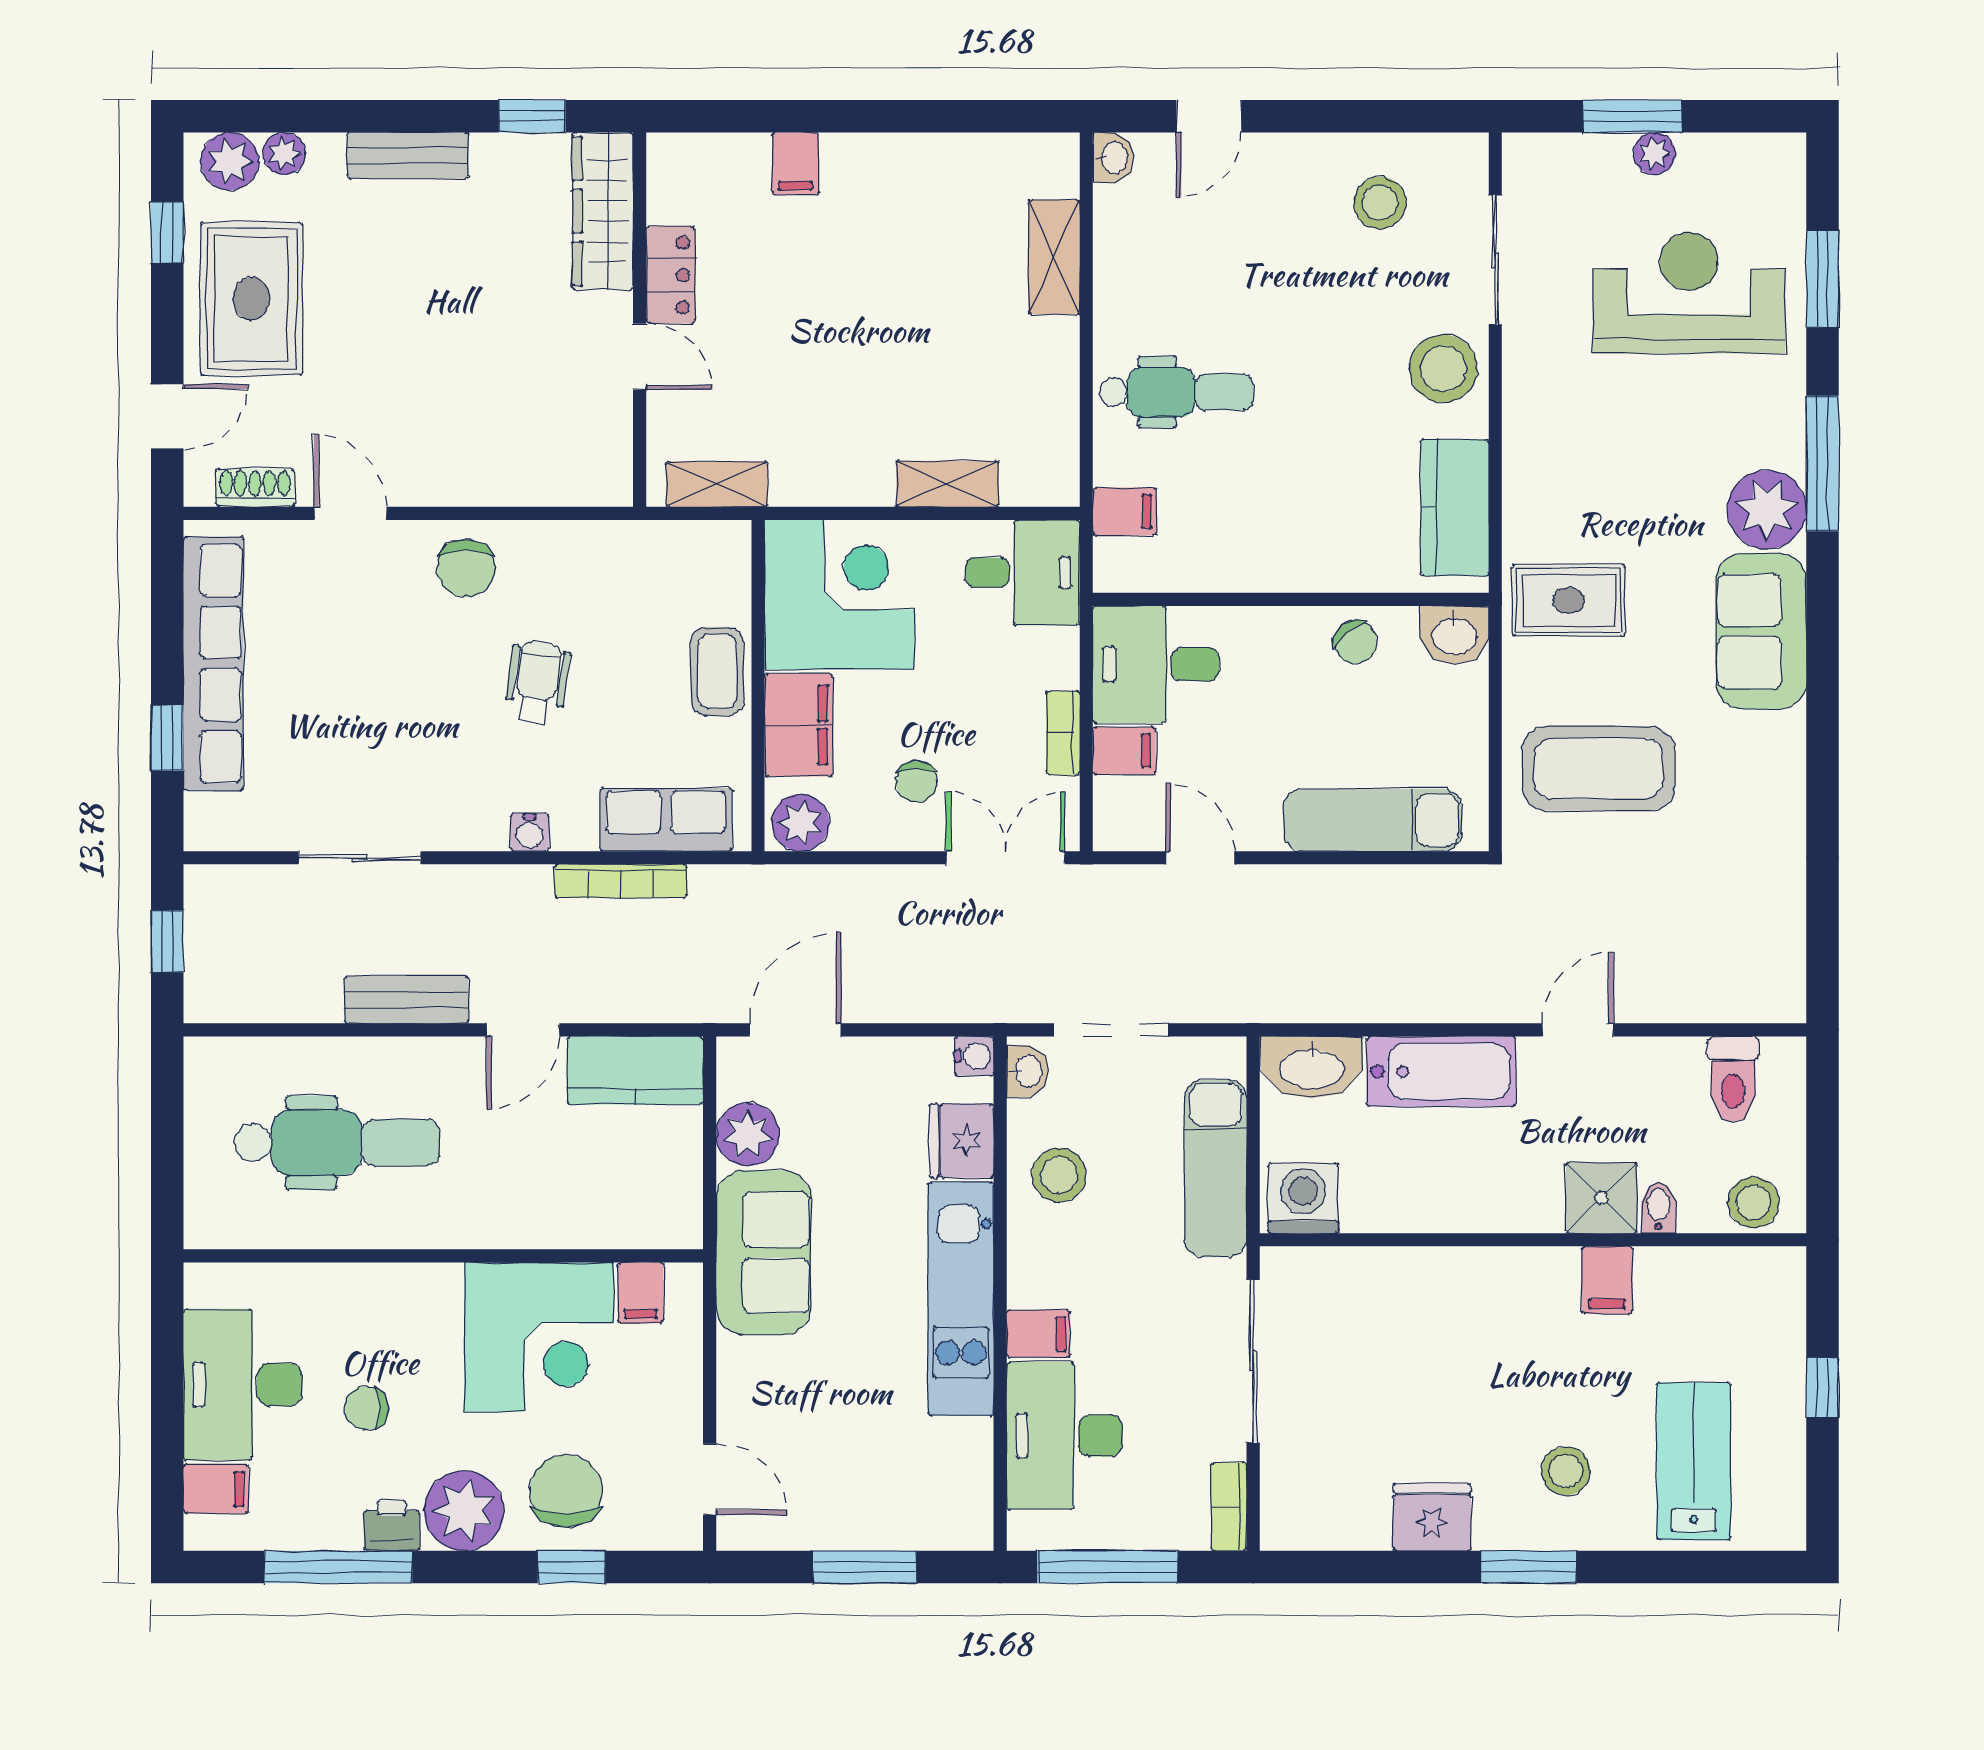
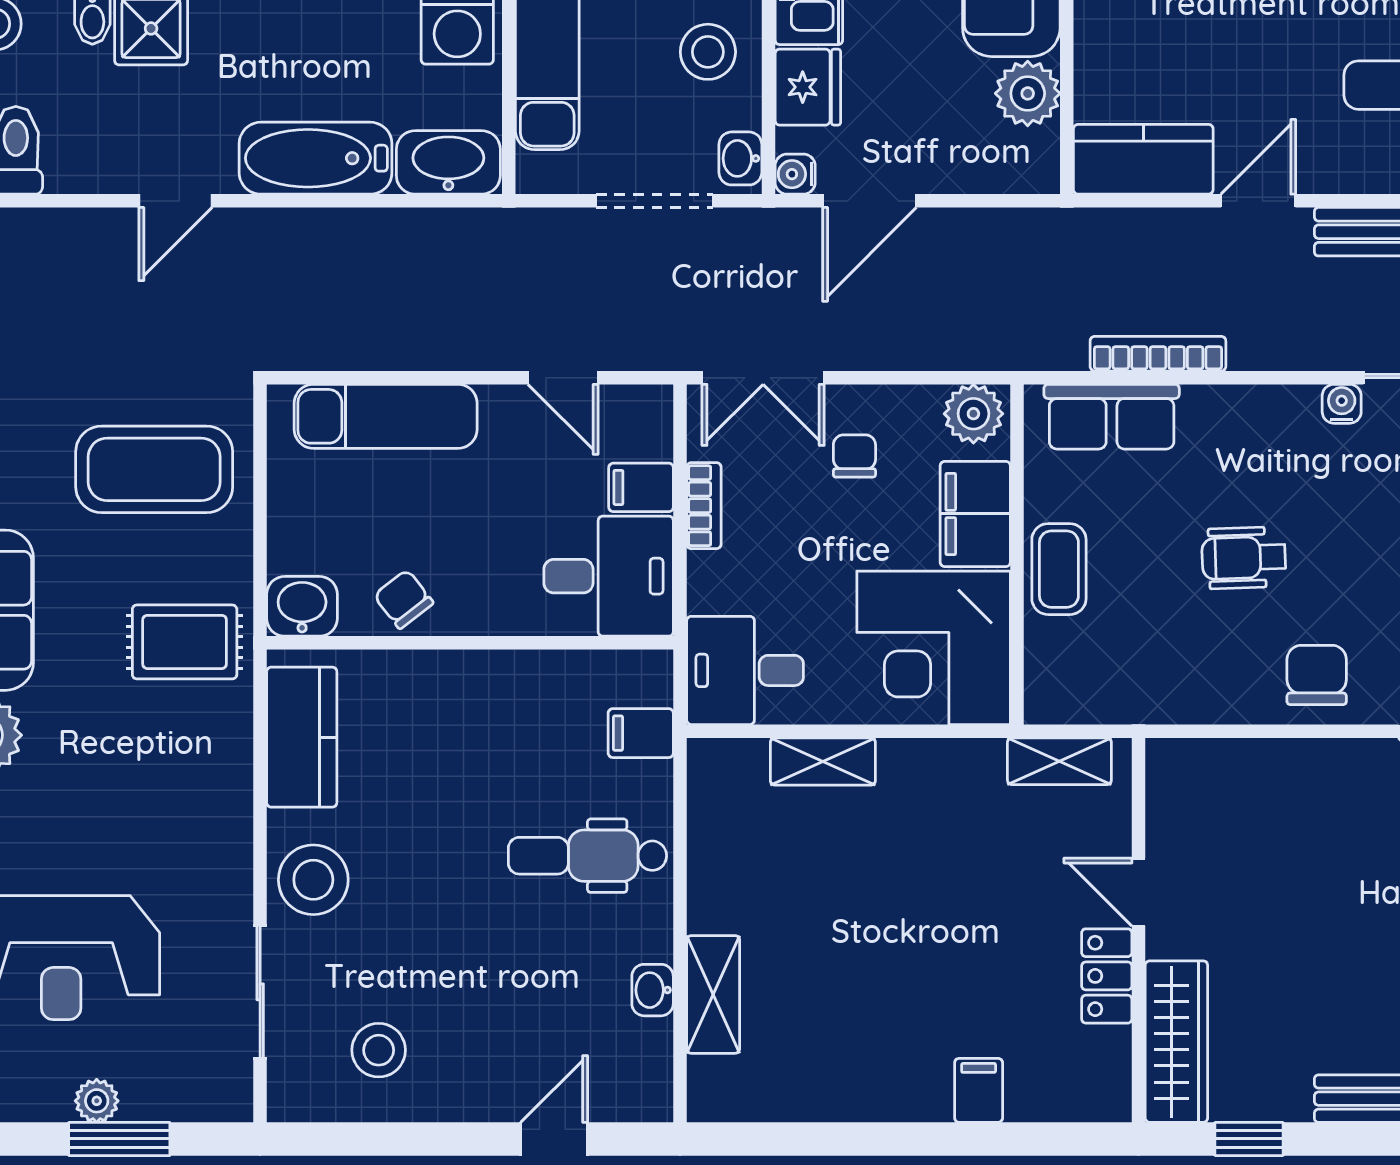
washbasin: (1113, 157) -> (653, 990), moved
wheelchair: (537, 682) -> (1244, 558), turned 80
water cooler: (530, 832) -> (1342, 404), moved
door: (795, 1030) -> (869, 201), moved

